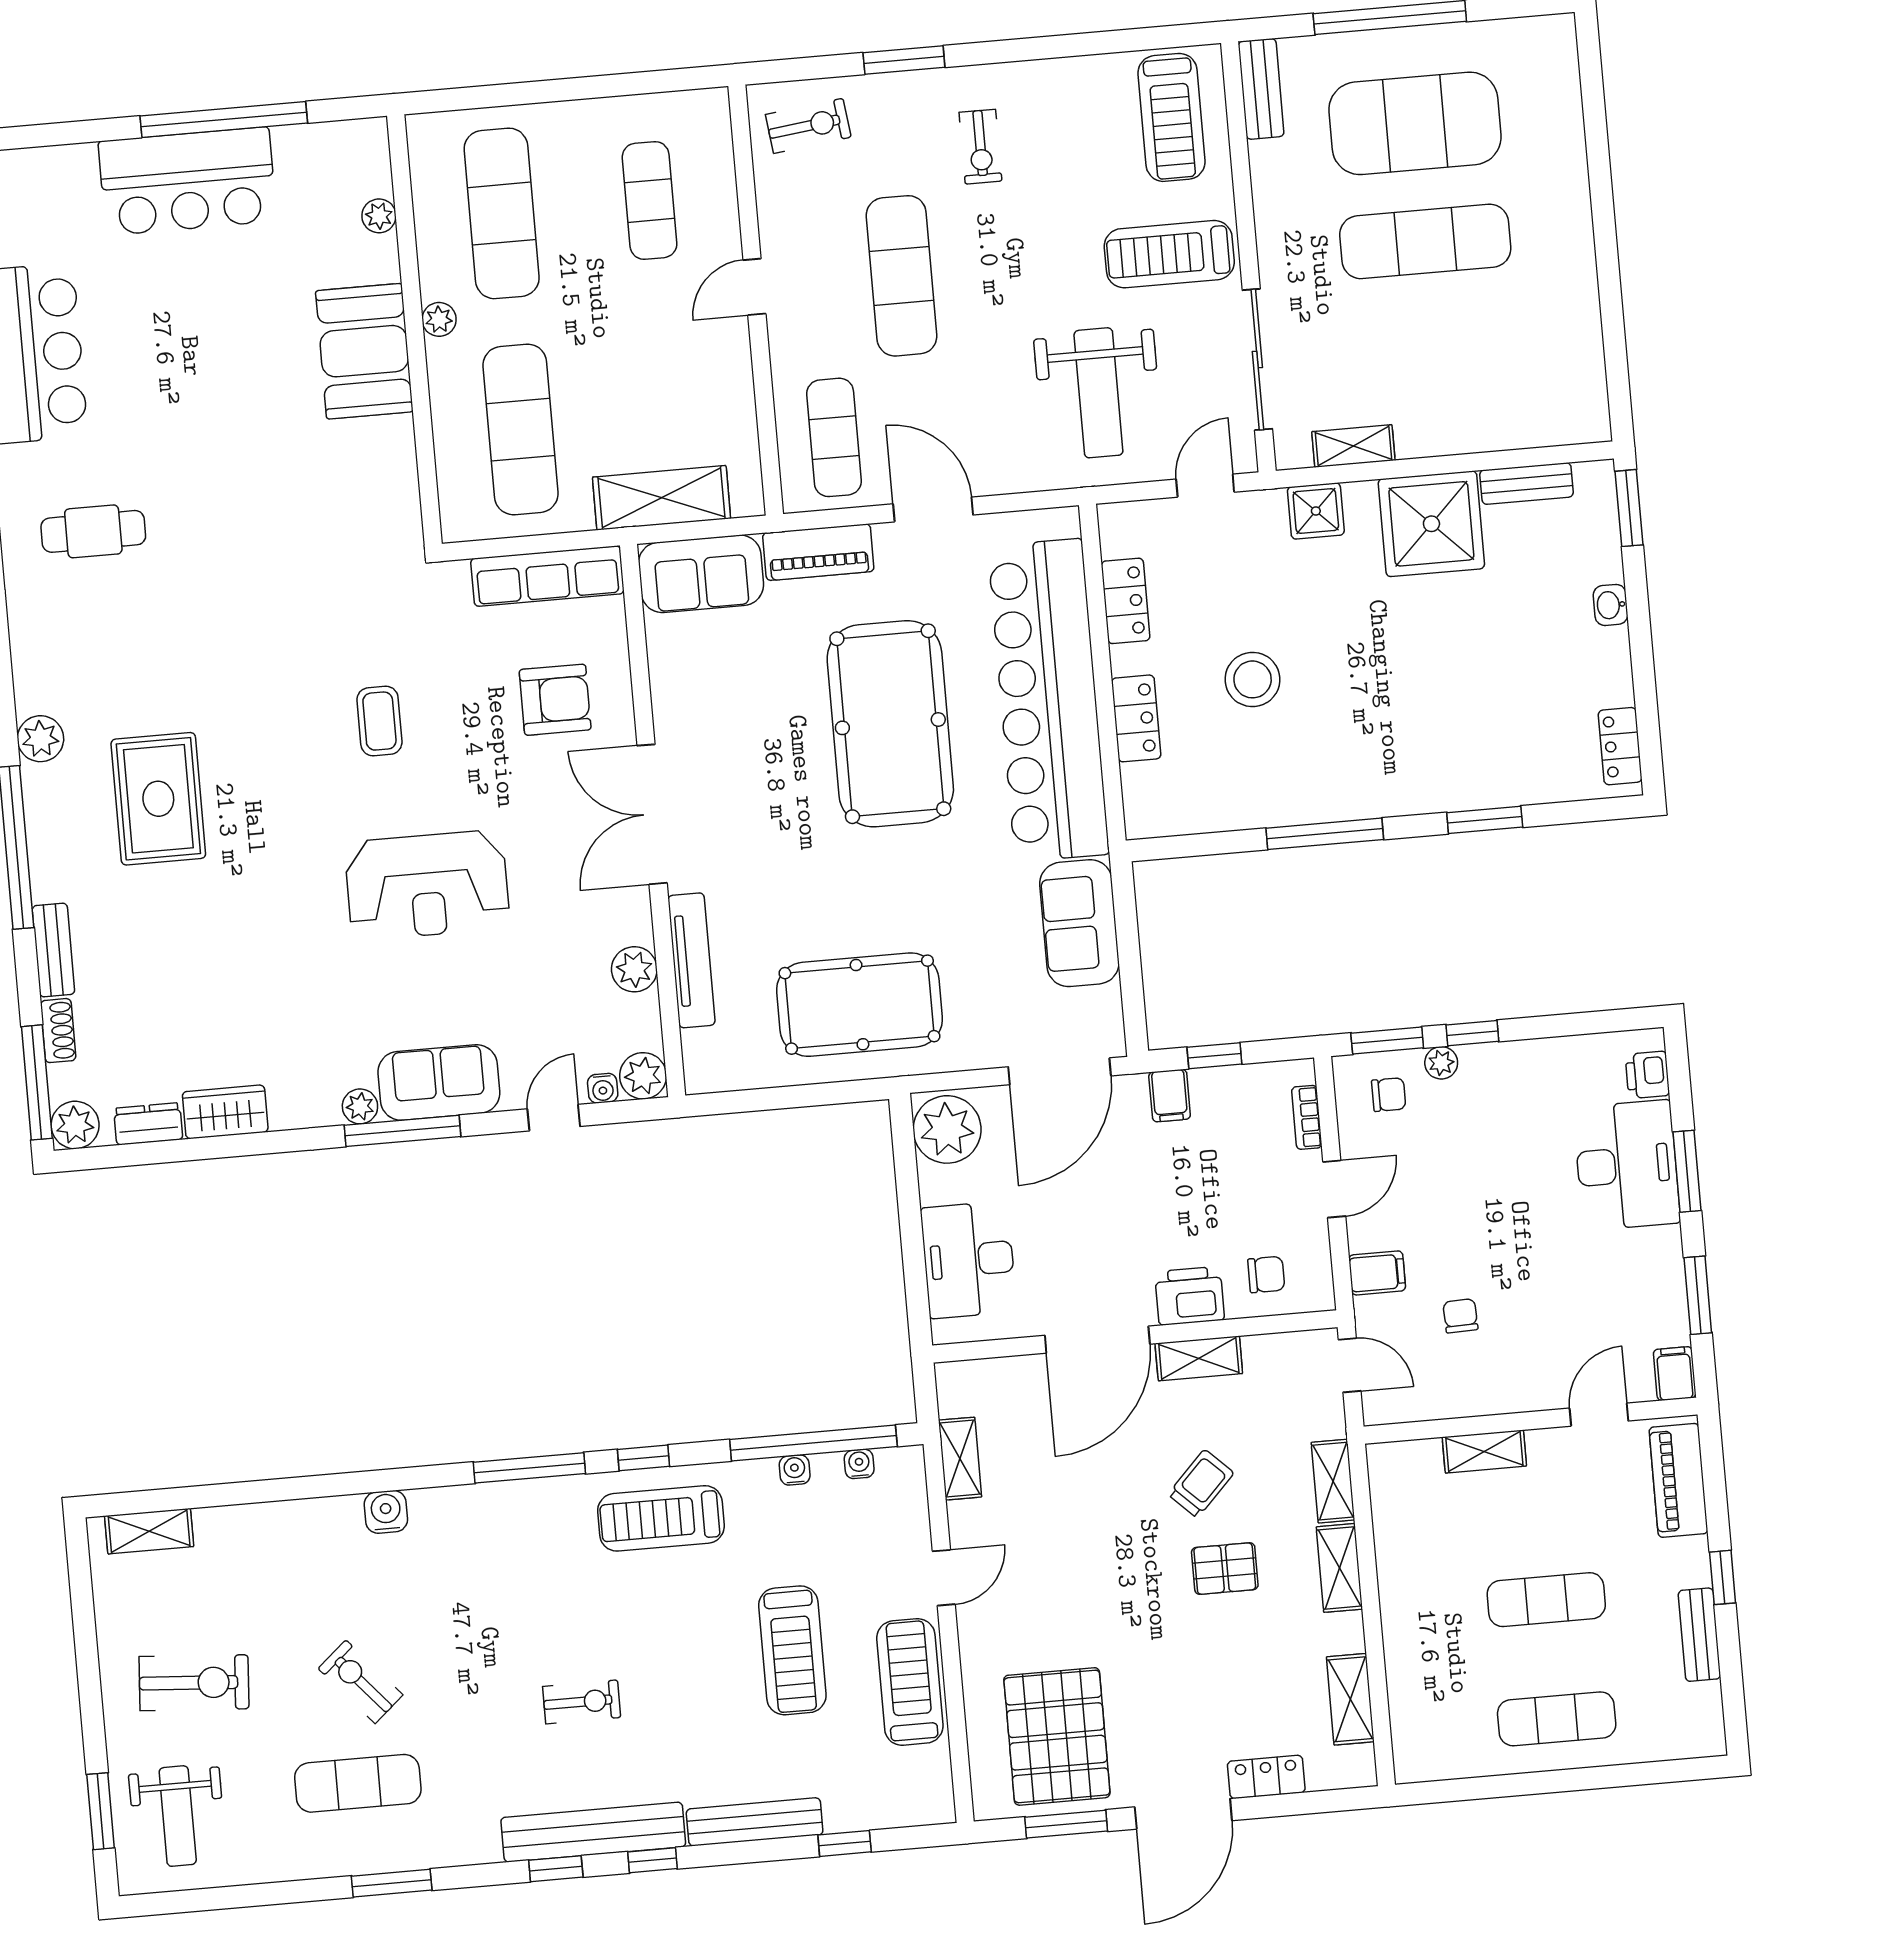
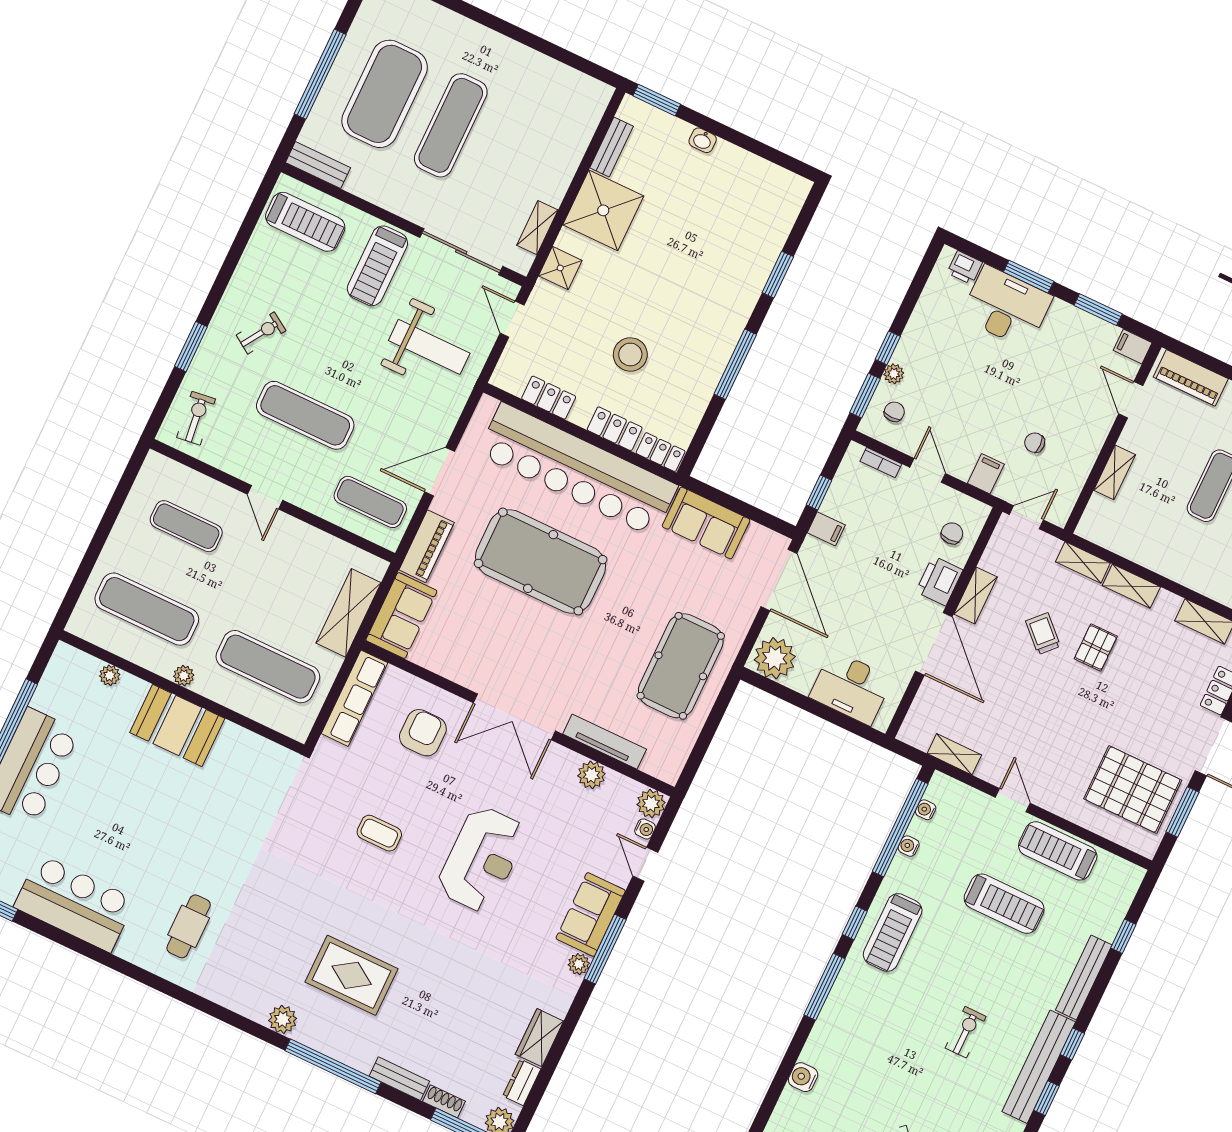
exercise bike: (980, 147) -> (261, 333), turned -57
locker: (1620, 746) -> (661, 452), moved, turned 180

